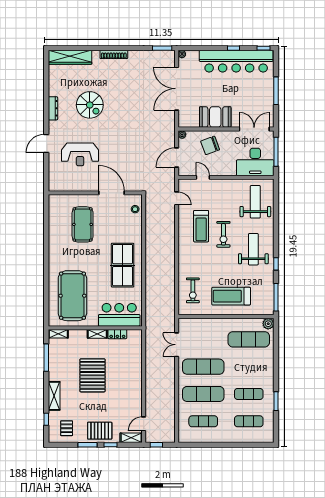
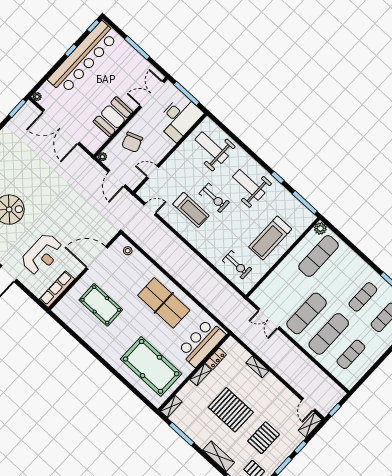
row of seats: (66, 186) -> (57, 289), added
shelving: (137, 367) -> (257, 367), added
pallet: (100, 431) -> (264, 438), moved

